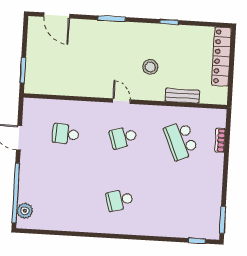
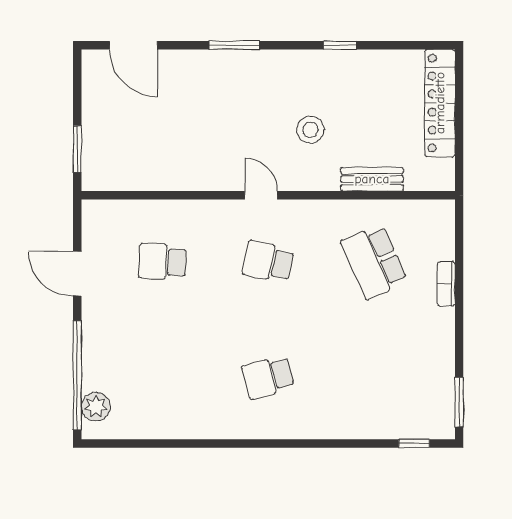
school desk: (123, 137) -> (268, 262), turned 30
bookcase: (220, 140) -> (446, 284), moved

